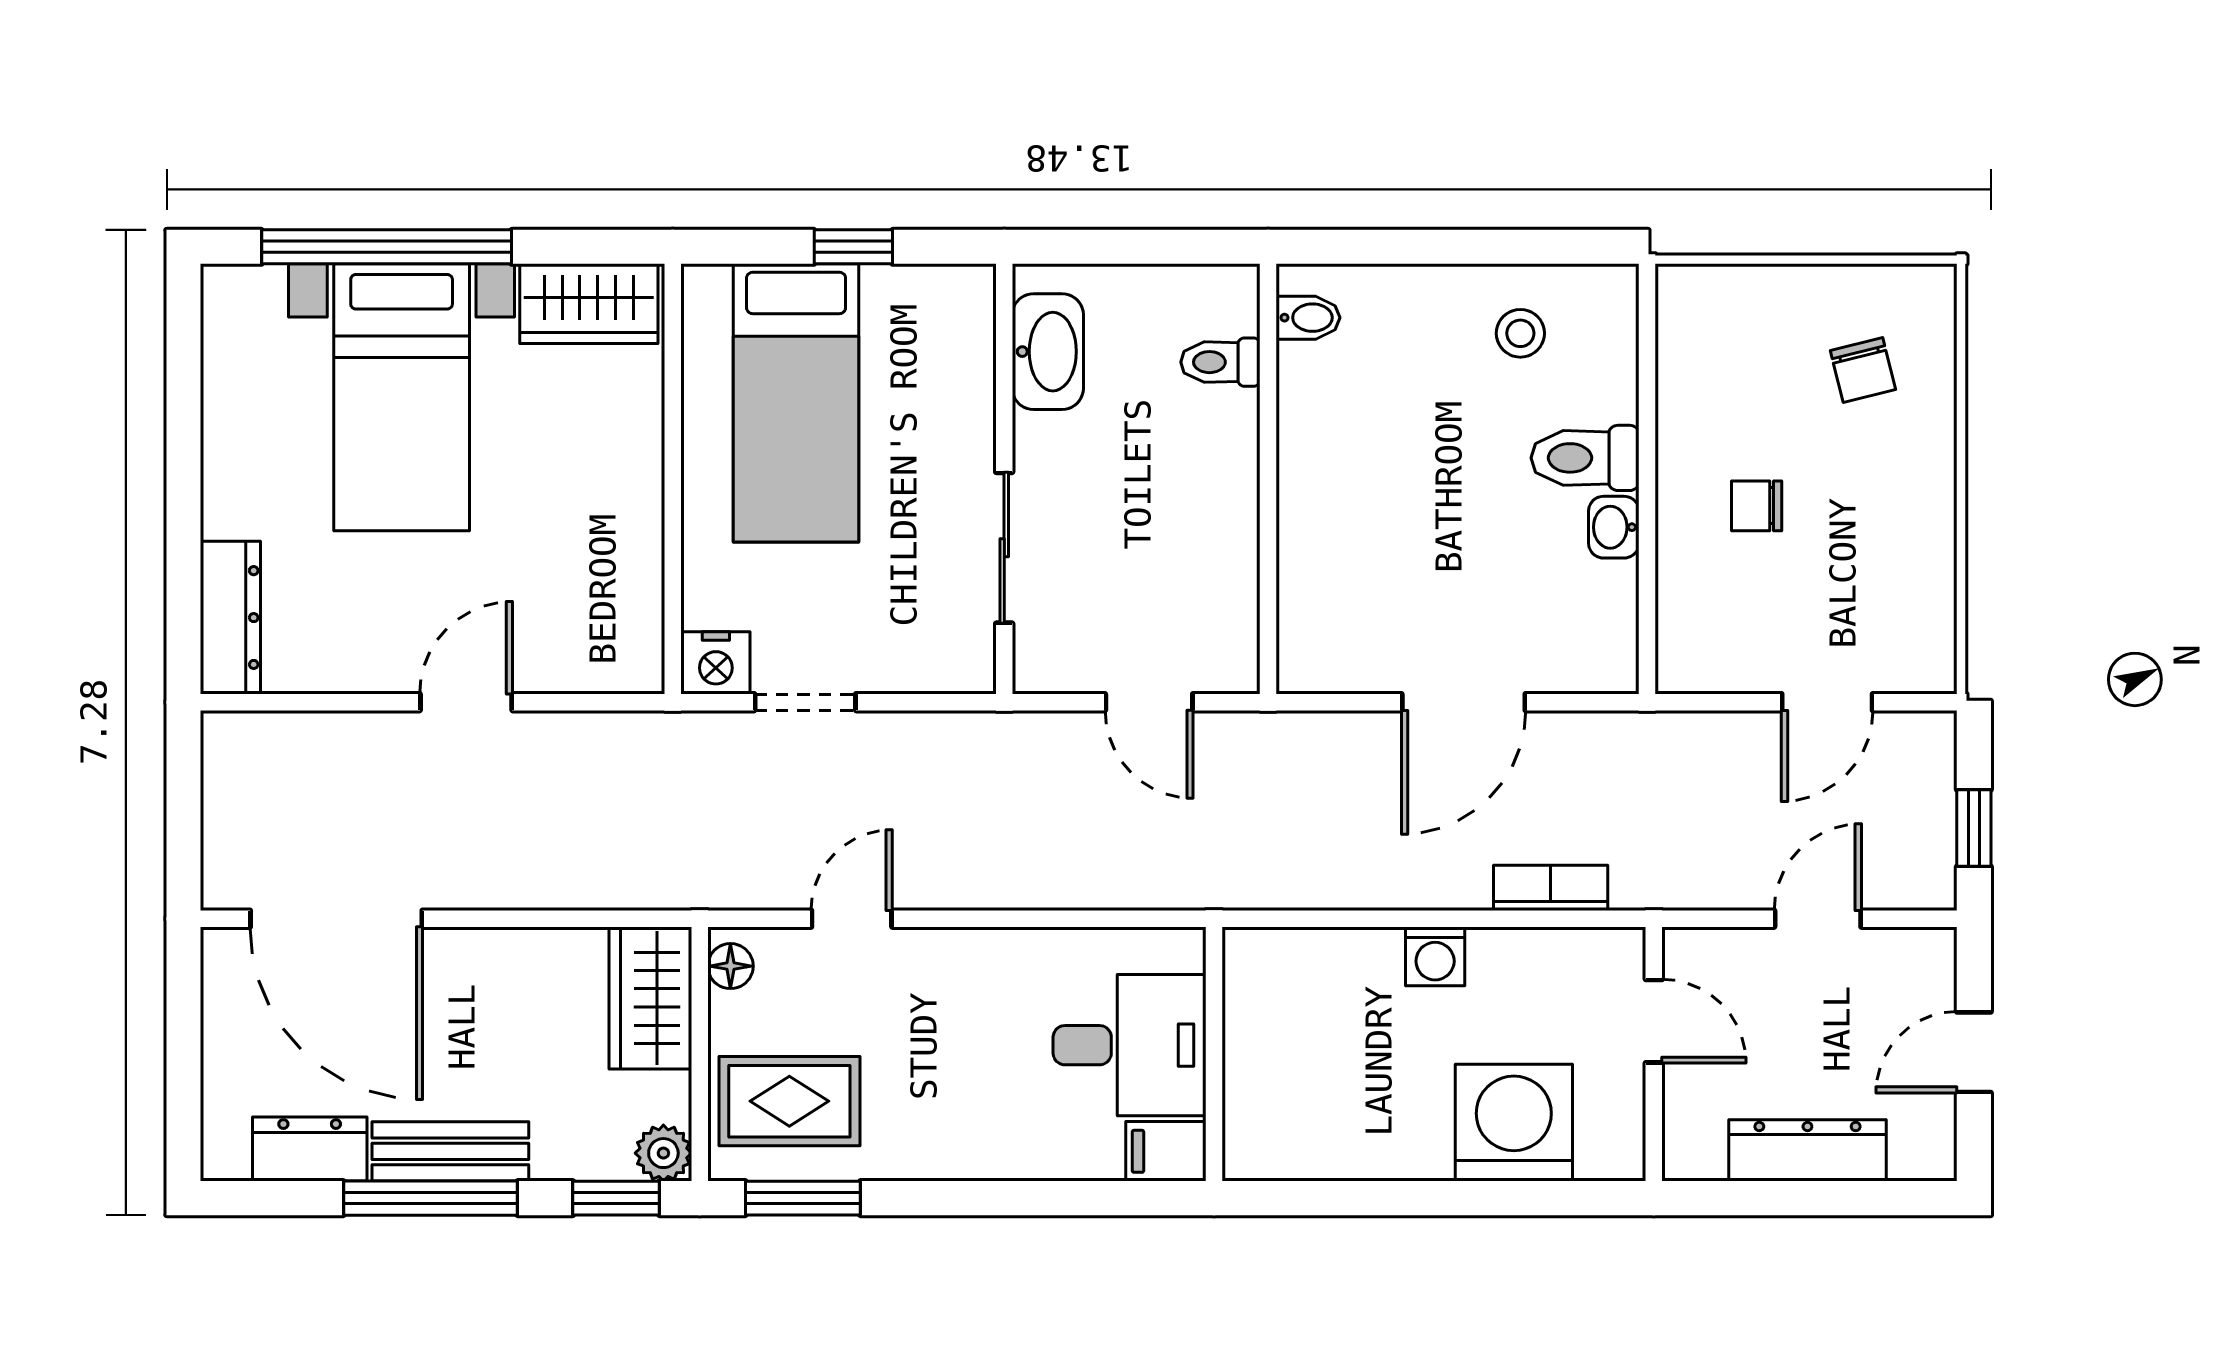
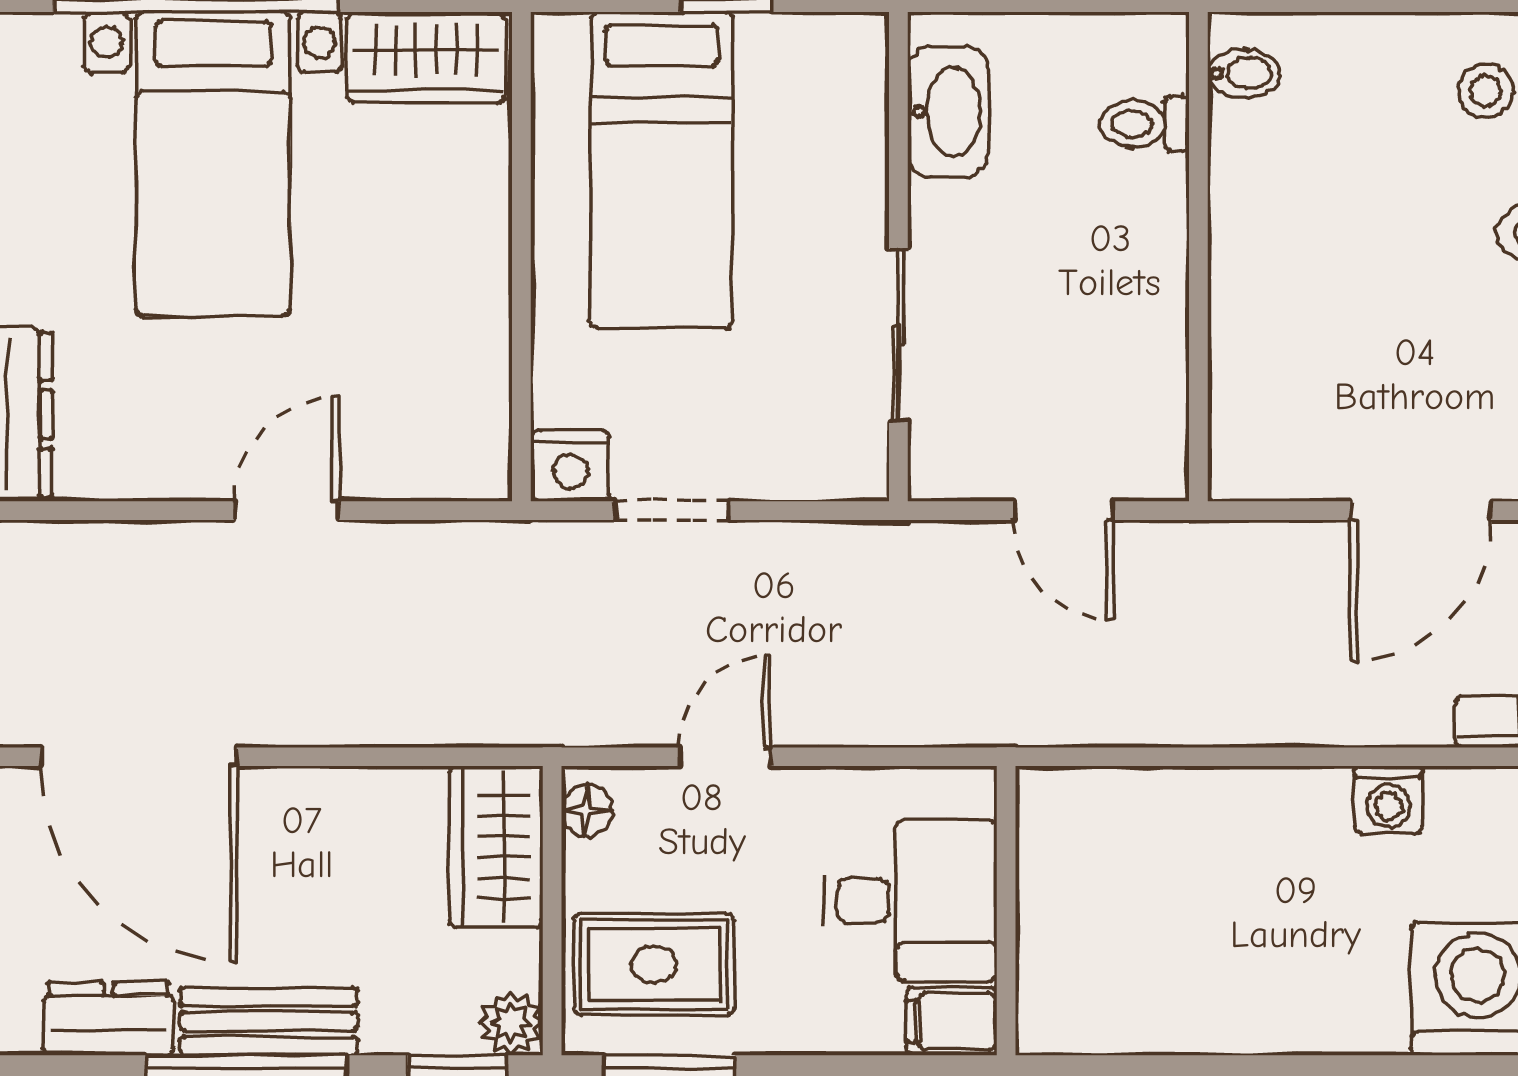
desk: (1130, 1045) -> (910, 901), moved
wall: (1214, 1054) -> (1006, 911), moved
filing cabinet: (1166, 1151) -> (951, 1021), moved

